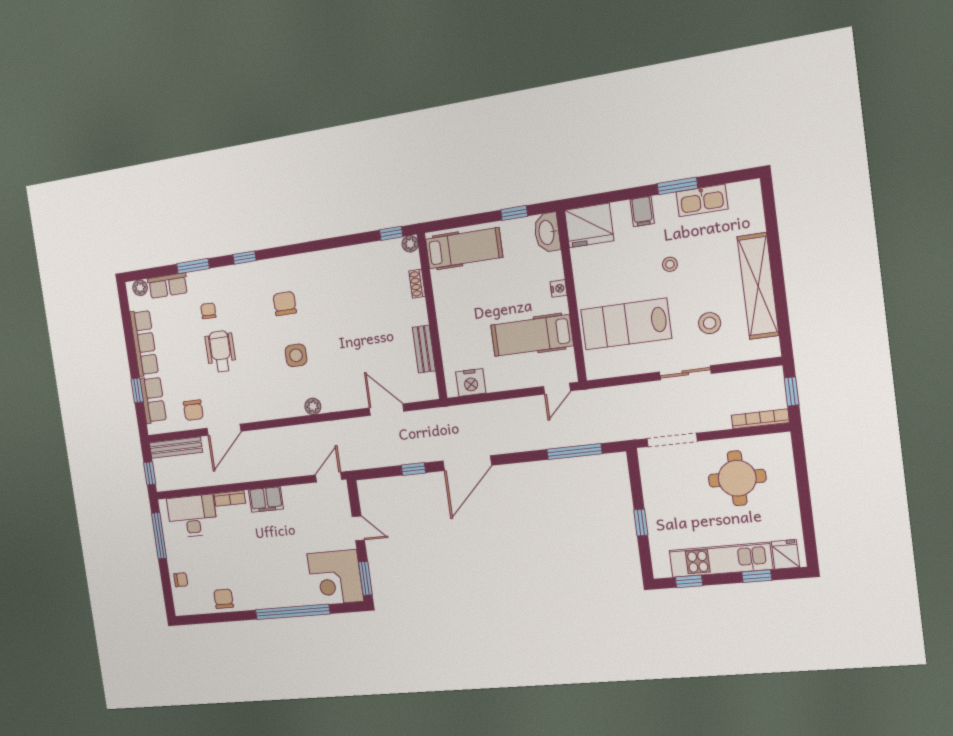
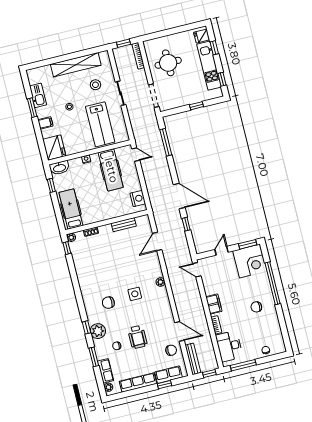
plant: (237, 278) -> (98, 331), added
wheelchair: (221, 351) -> (138, 337), turned -90
chair: (224, 599) -> (256, 307), moved

